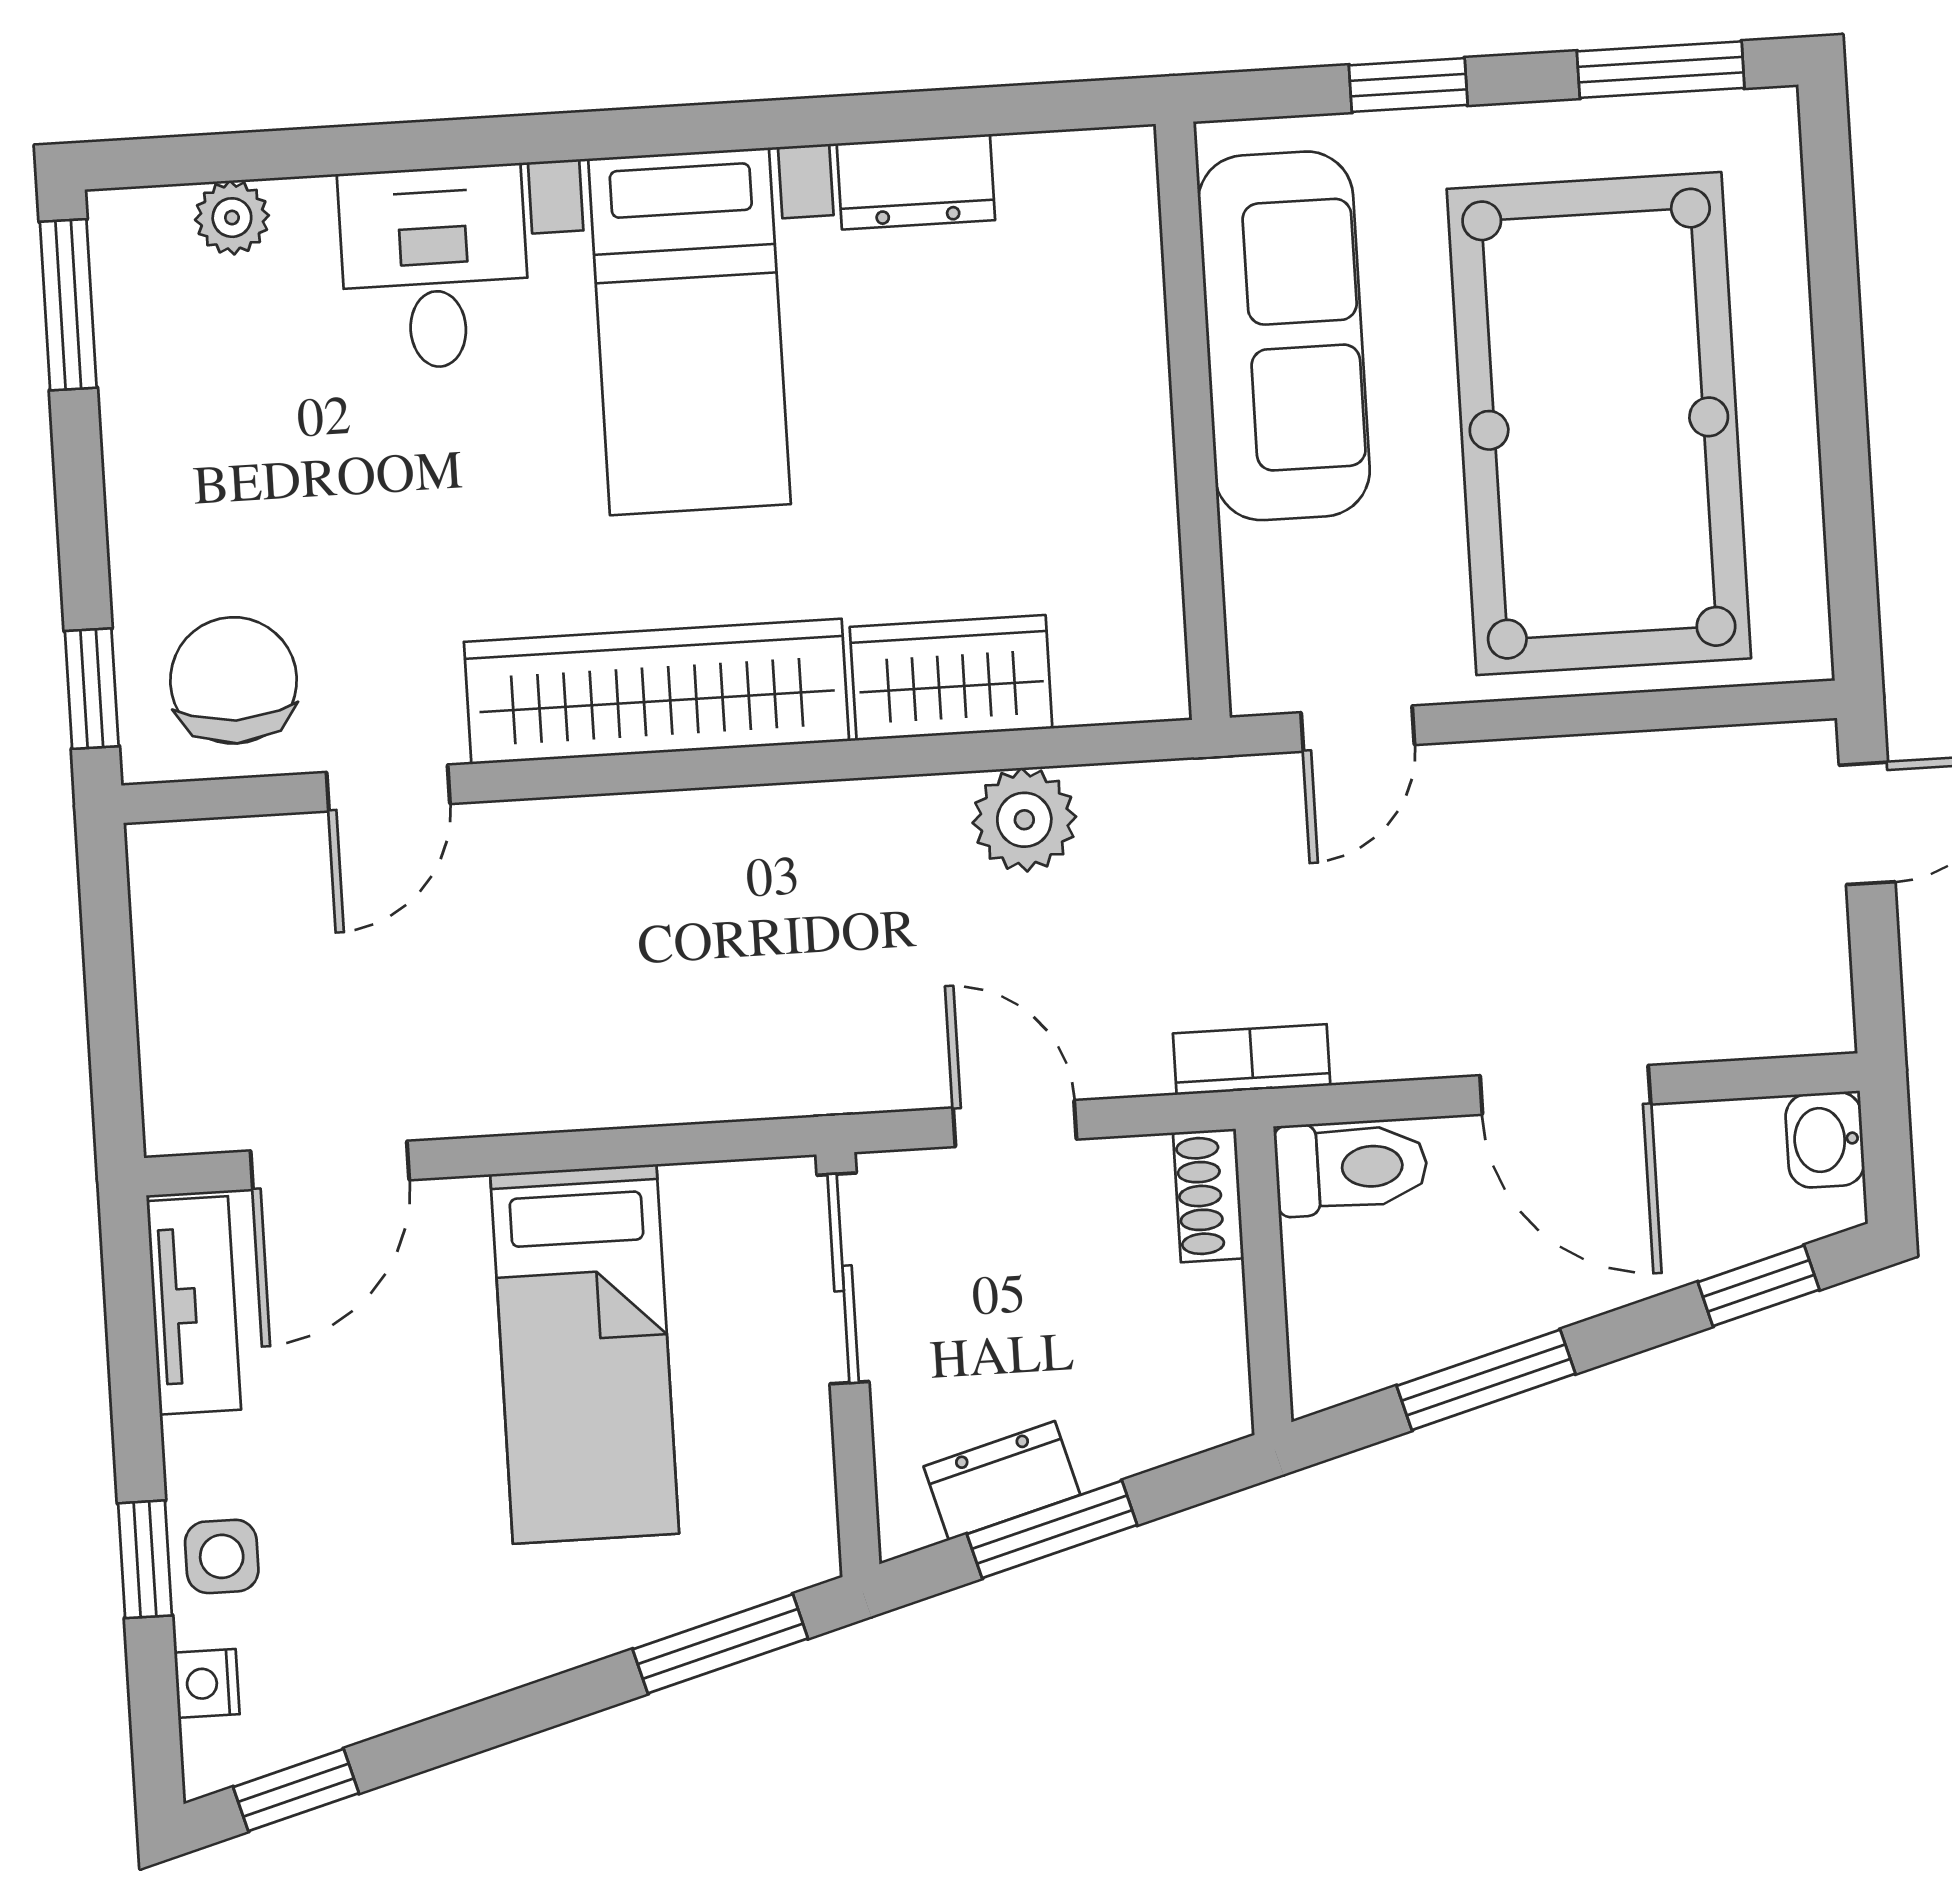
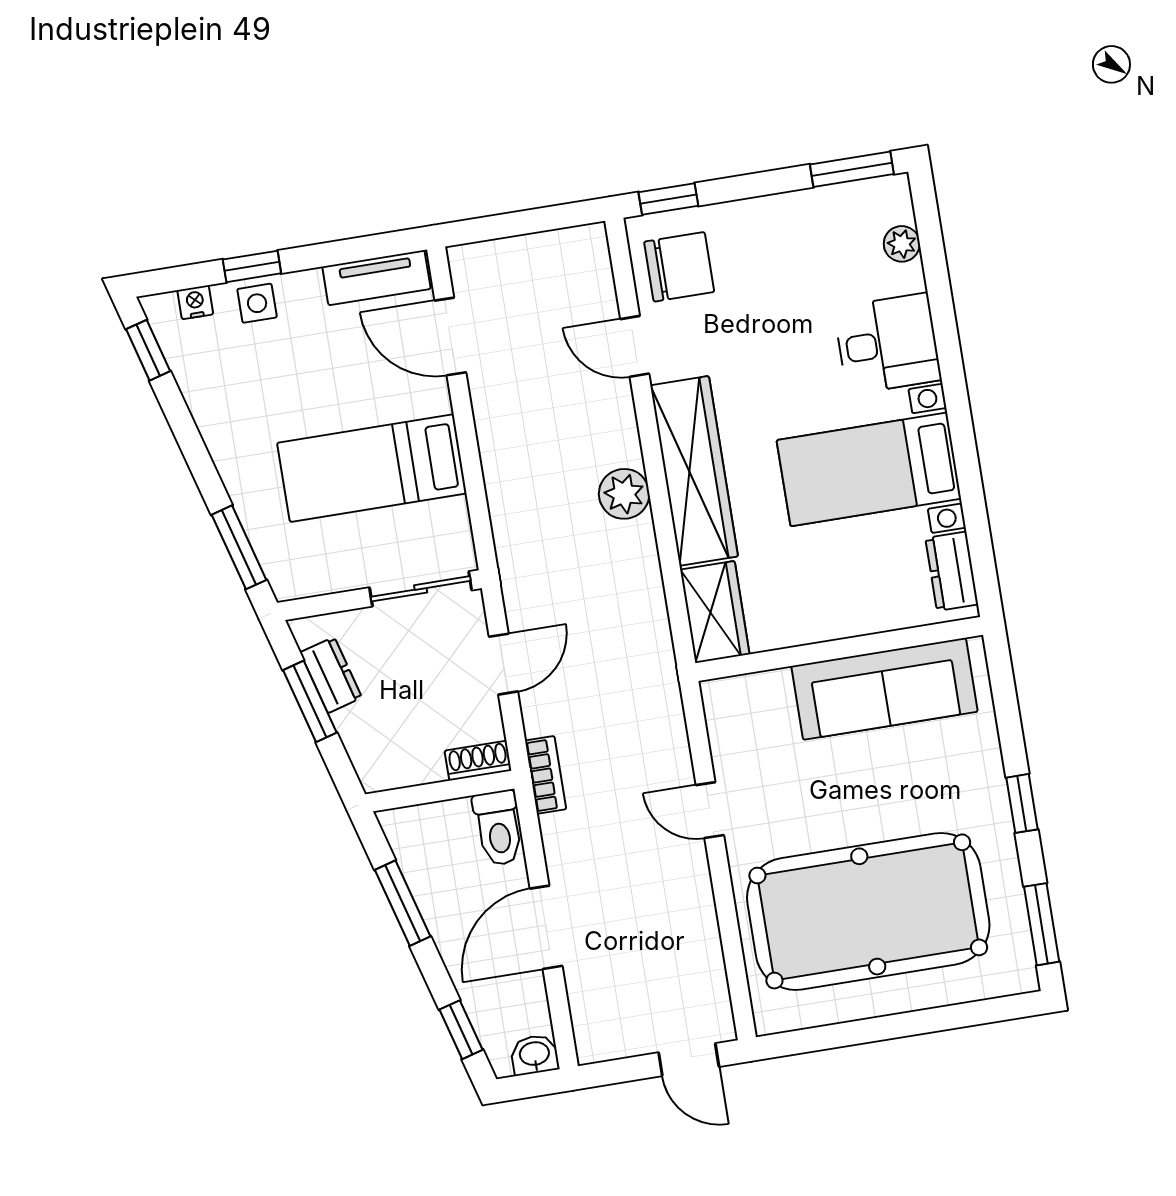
sofa: (1284, 336) -> (885, 689), moved
wall: (1193, 421) -> (839, 649), moved
plant: (1024, 820) -> (624, 494), moved

